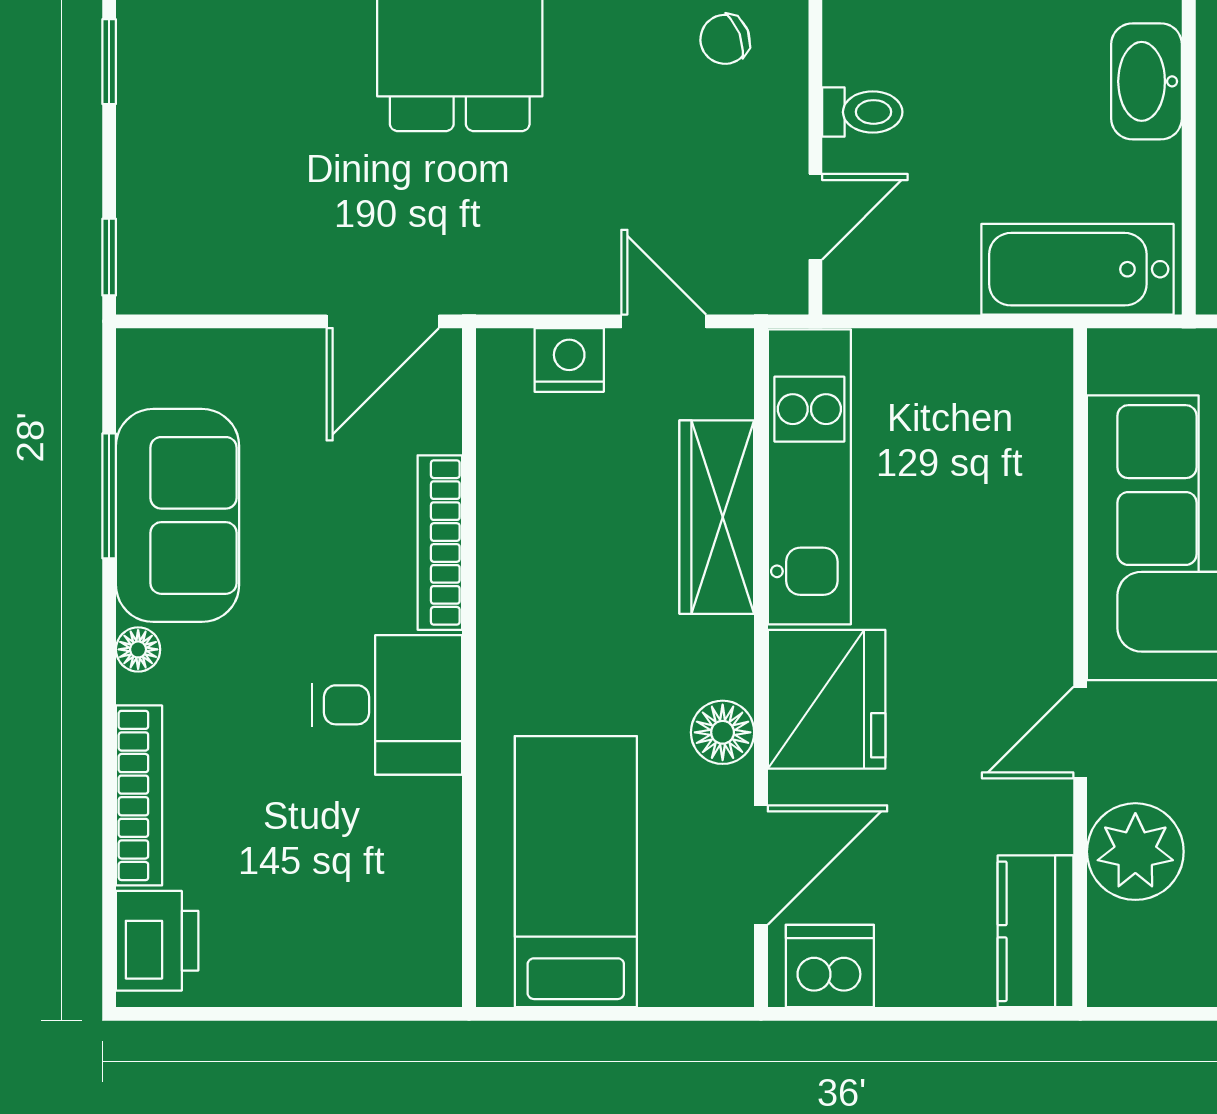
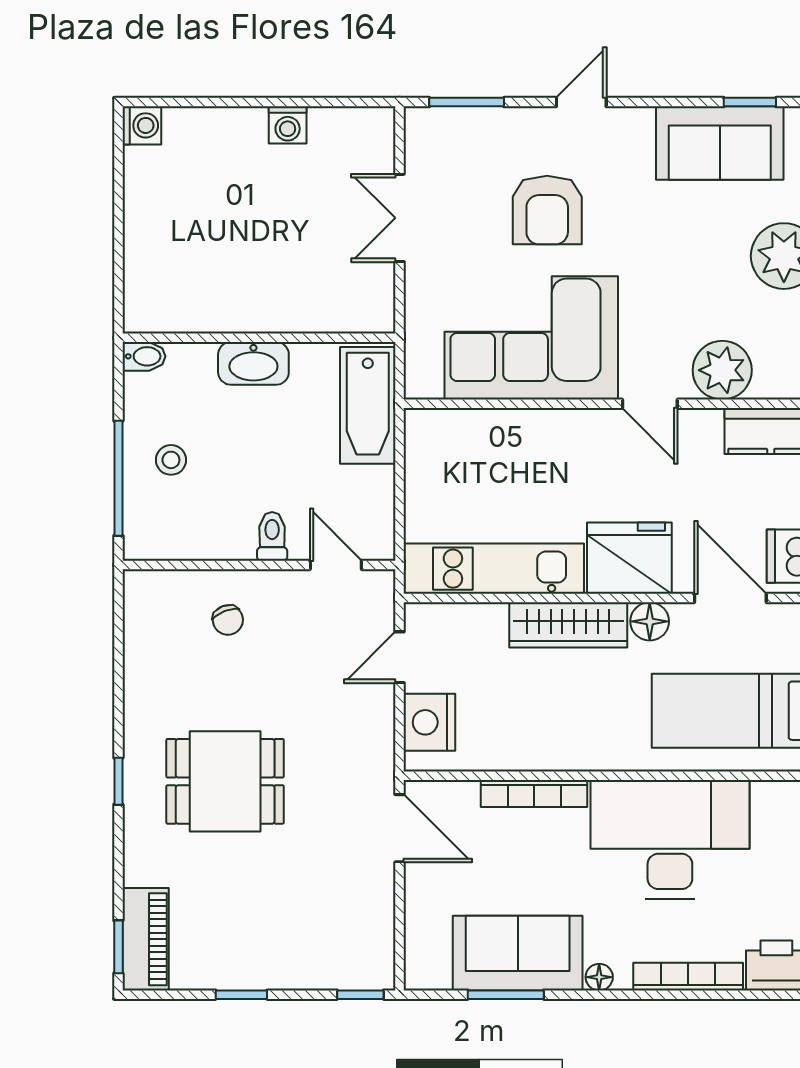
nightstand: (569, 360) -> (429, 722), width x1.36, depth x1.33
wardrobe: (717, 517) -> (568, 625), moved
desk: (387, 705) -> (670, 839), width x1.87, depth x1.30

